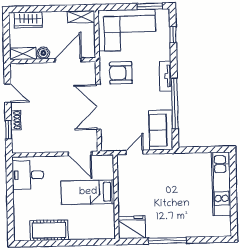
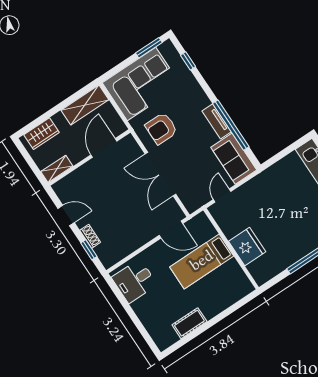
shelving: (81, 17) -> (85, 105), width x1.50, depth x1.33
boiler: (43, 53) -> (76, 156), removed
tv unit: (165, 76) -> (217, 121), moved
fridge: (132, 227) -> (247, 246), moved, turned 90
cot: (49, 230) -> (189, 323), width x0.73, depth x0.75

